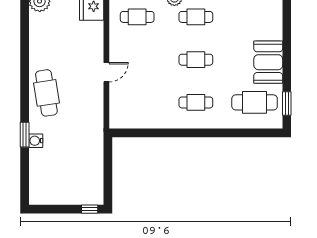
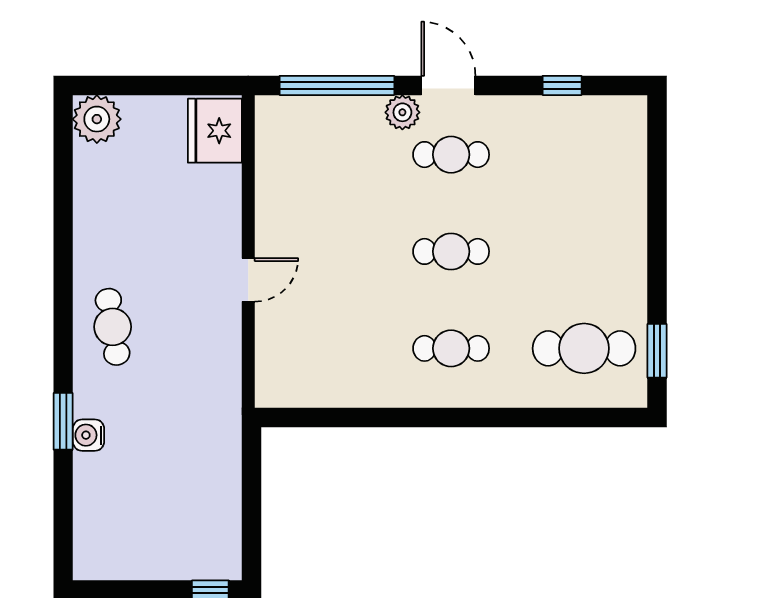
cafe table: (137, 17) -> (318, 155), removed
booth: (268, 62) -> (615, 257), removed
cafe table: (46, 93) -> (113, 327), width x0.73, depth x0.74

